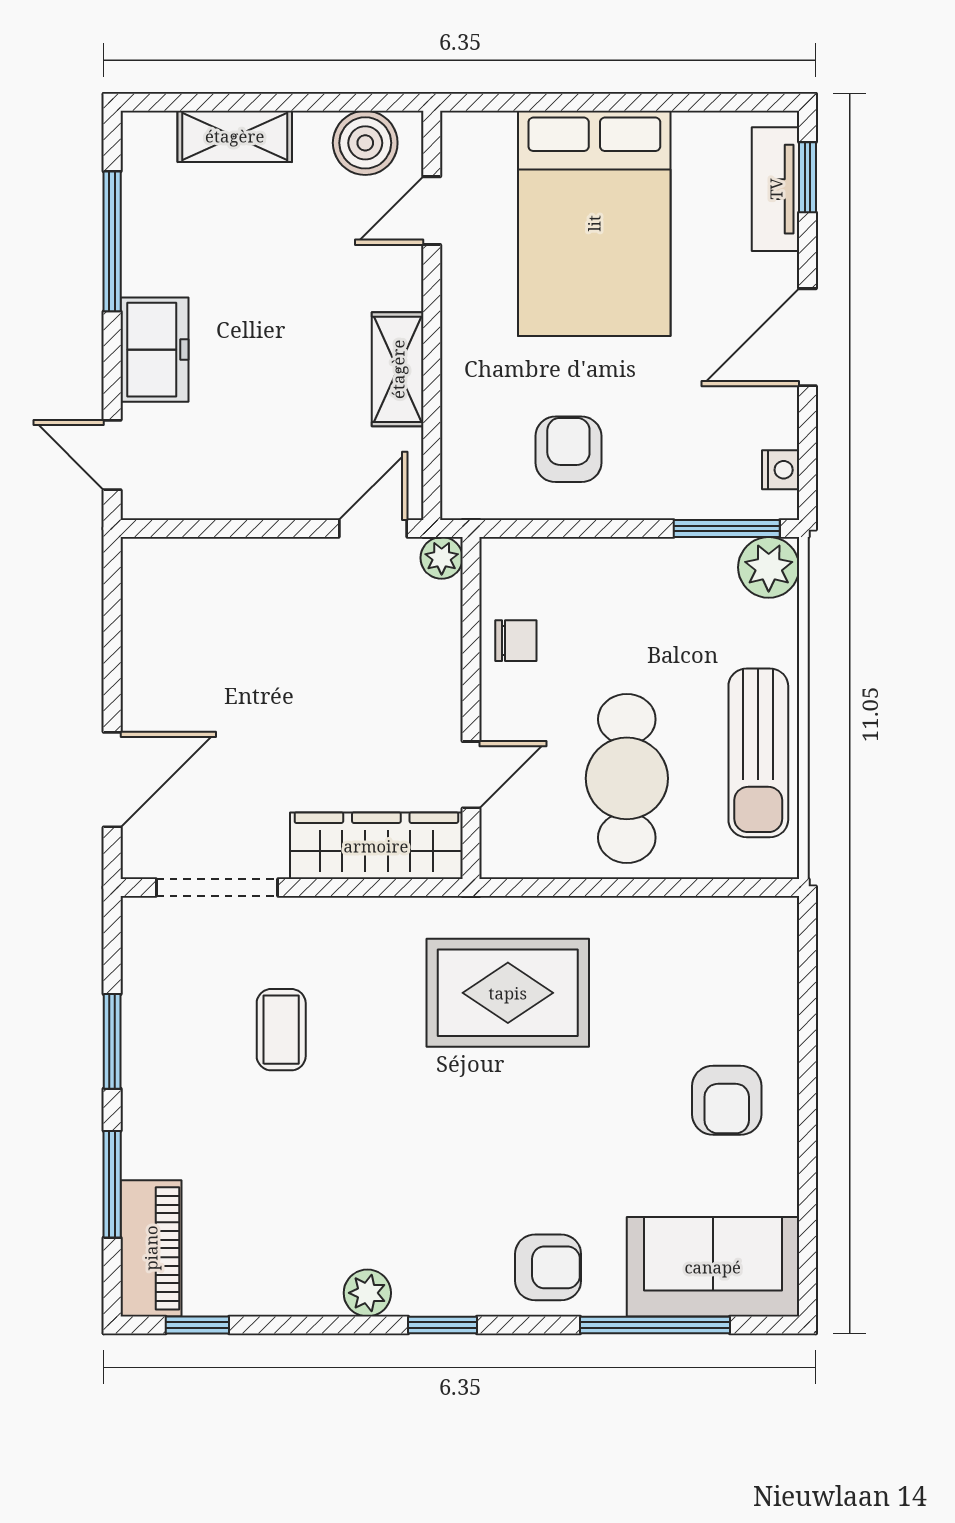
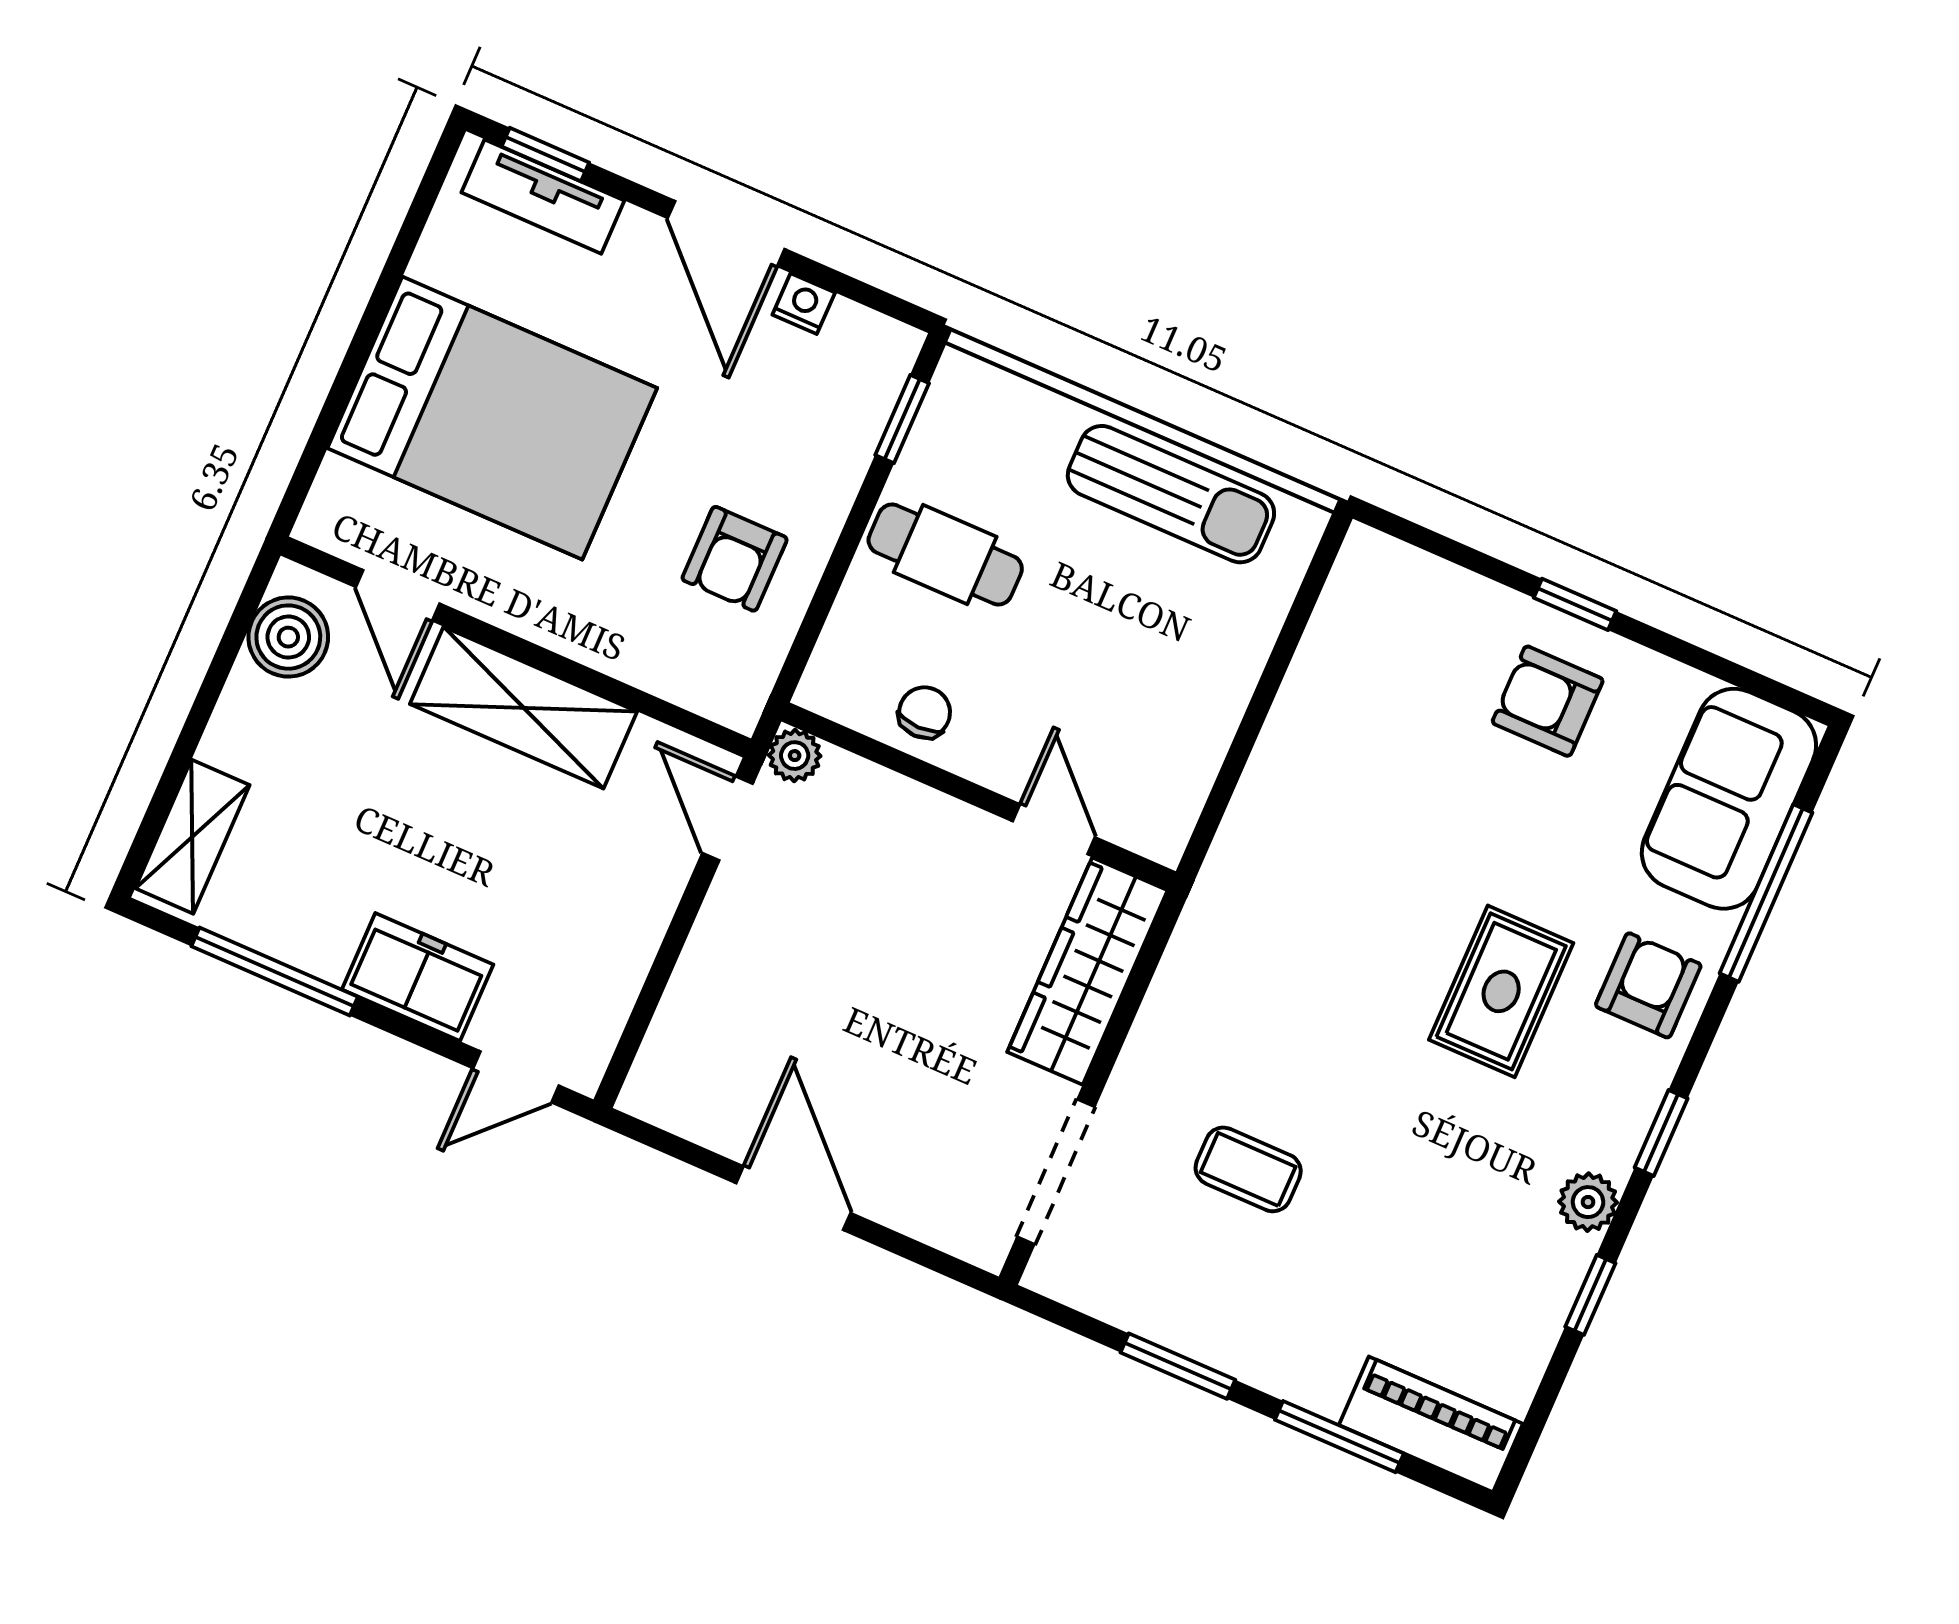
shelving: (235, 136) -> (192, 837), moved
shelving: (398, 369) -> (523, 708), width x1.50, depth x1.33
armchair: (568, 449) -> (735, 559), turned -90
nightstand: (781, 470) -> (804, 304), moved
window: (727, 528) -> (902, 419), width x0.67
plant: (769, 567) -> (967, 391), removed
cafe table: (627, 778) -> (945, 554), moved, width x0.73, depth x0.74
door: (112, 780) -> (793, 1198), moved
rug: (508, 993) -> (1501, 991), moved, width x0.73, depth x0.70
window: (808, 1089) -> (1575, 604), added
armchair: (727, 1100) -> (1548, 701), turned 180
window: (197, 1325) -> (1590, 1295), moved

